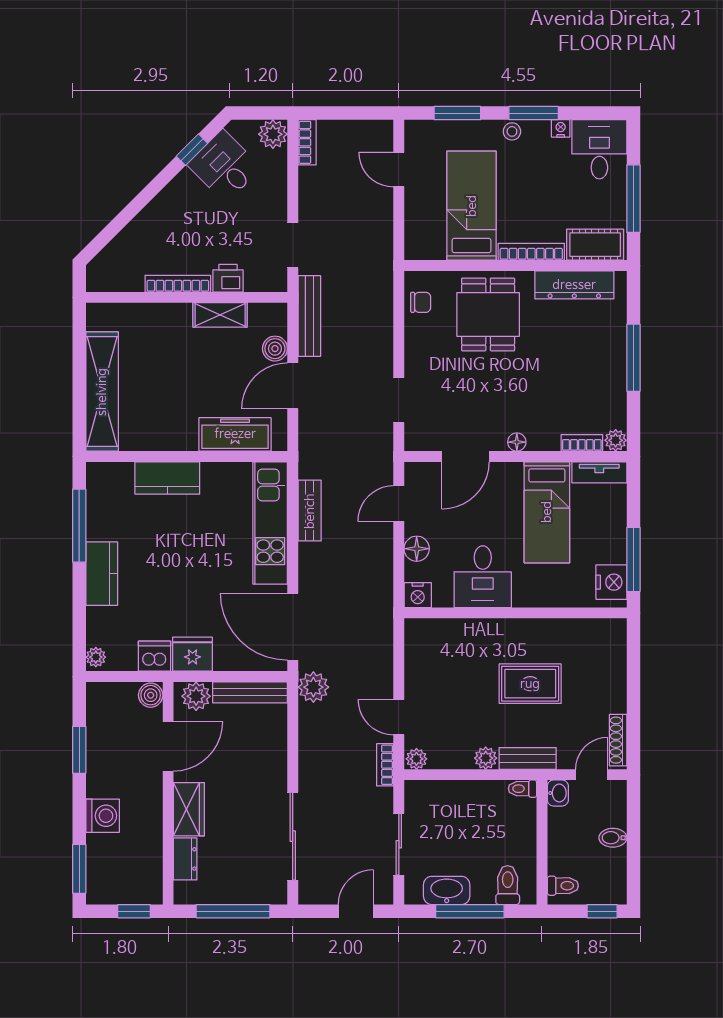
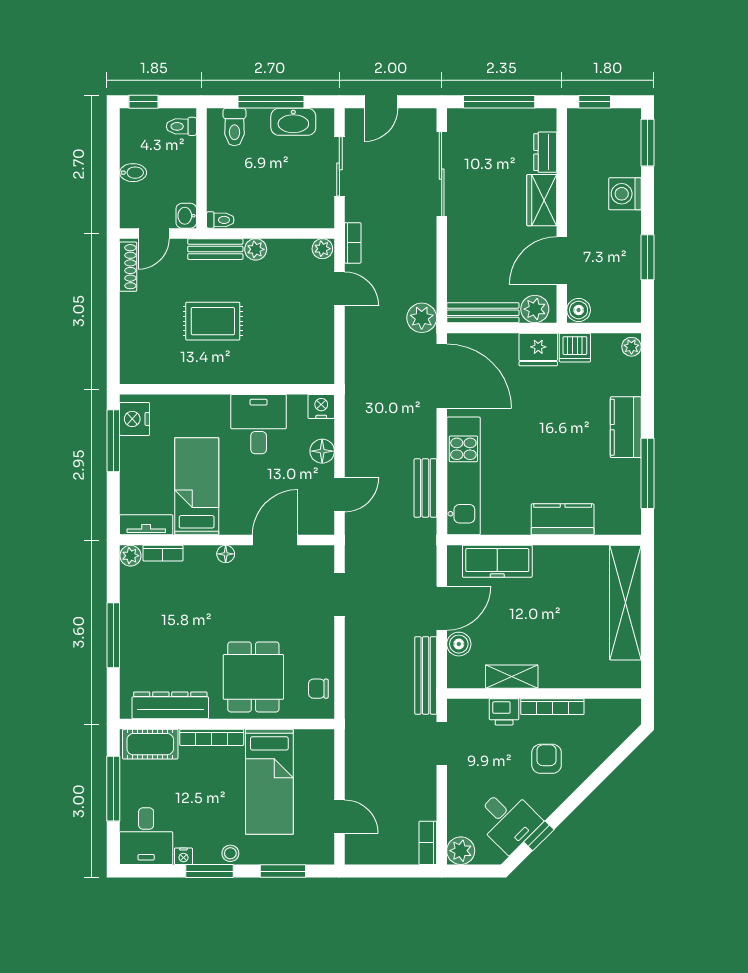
armchair: (184, 230) -> (547, 759), added

